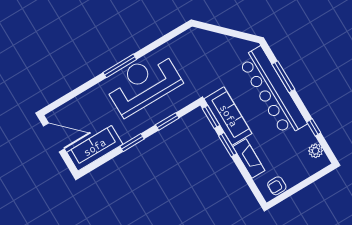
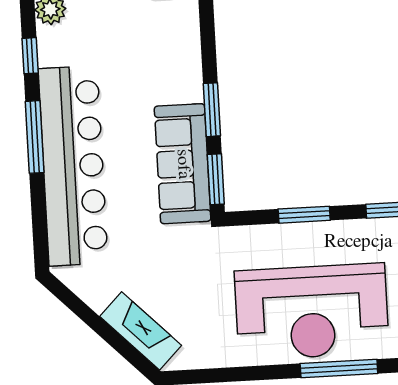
window: (283, 77) -> (35, 137), moved
fireplace: (249, 158) -> (141, 331), moved, turned 135

